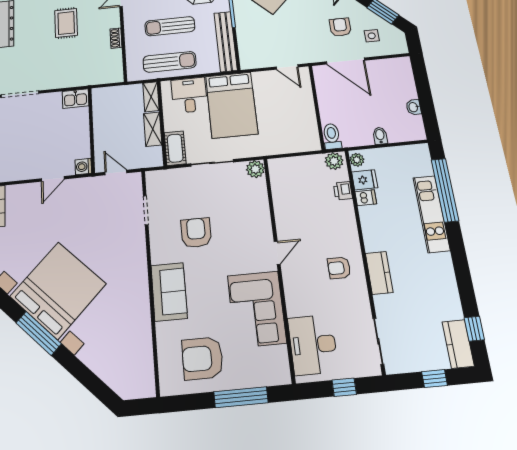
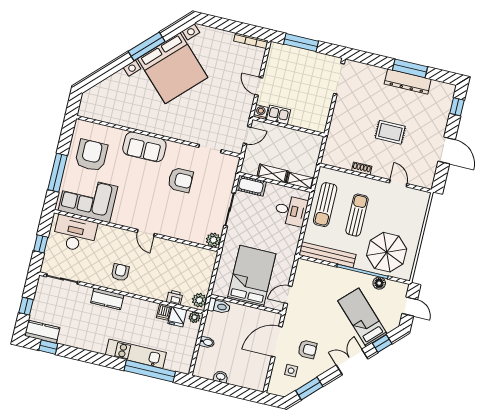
kitchen sink: (76, 99) -> (278, 115), moved, turned 90
bed: (232, 105) -> (252, 276), moved, turned 90
corner sofa: (257, 309) -> (88, 199), moved

